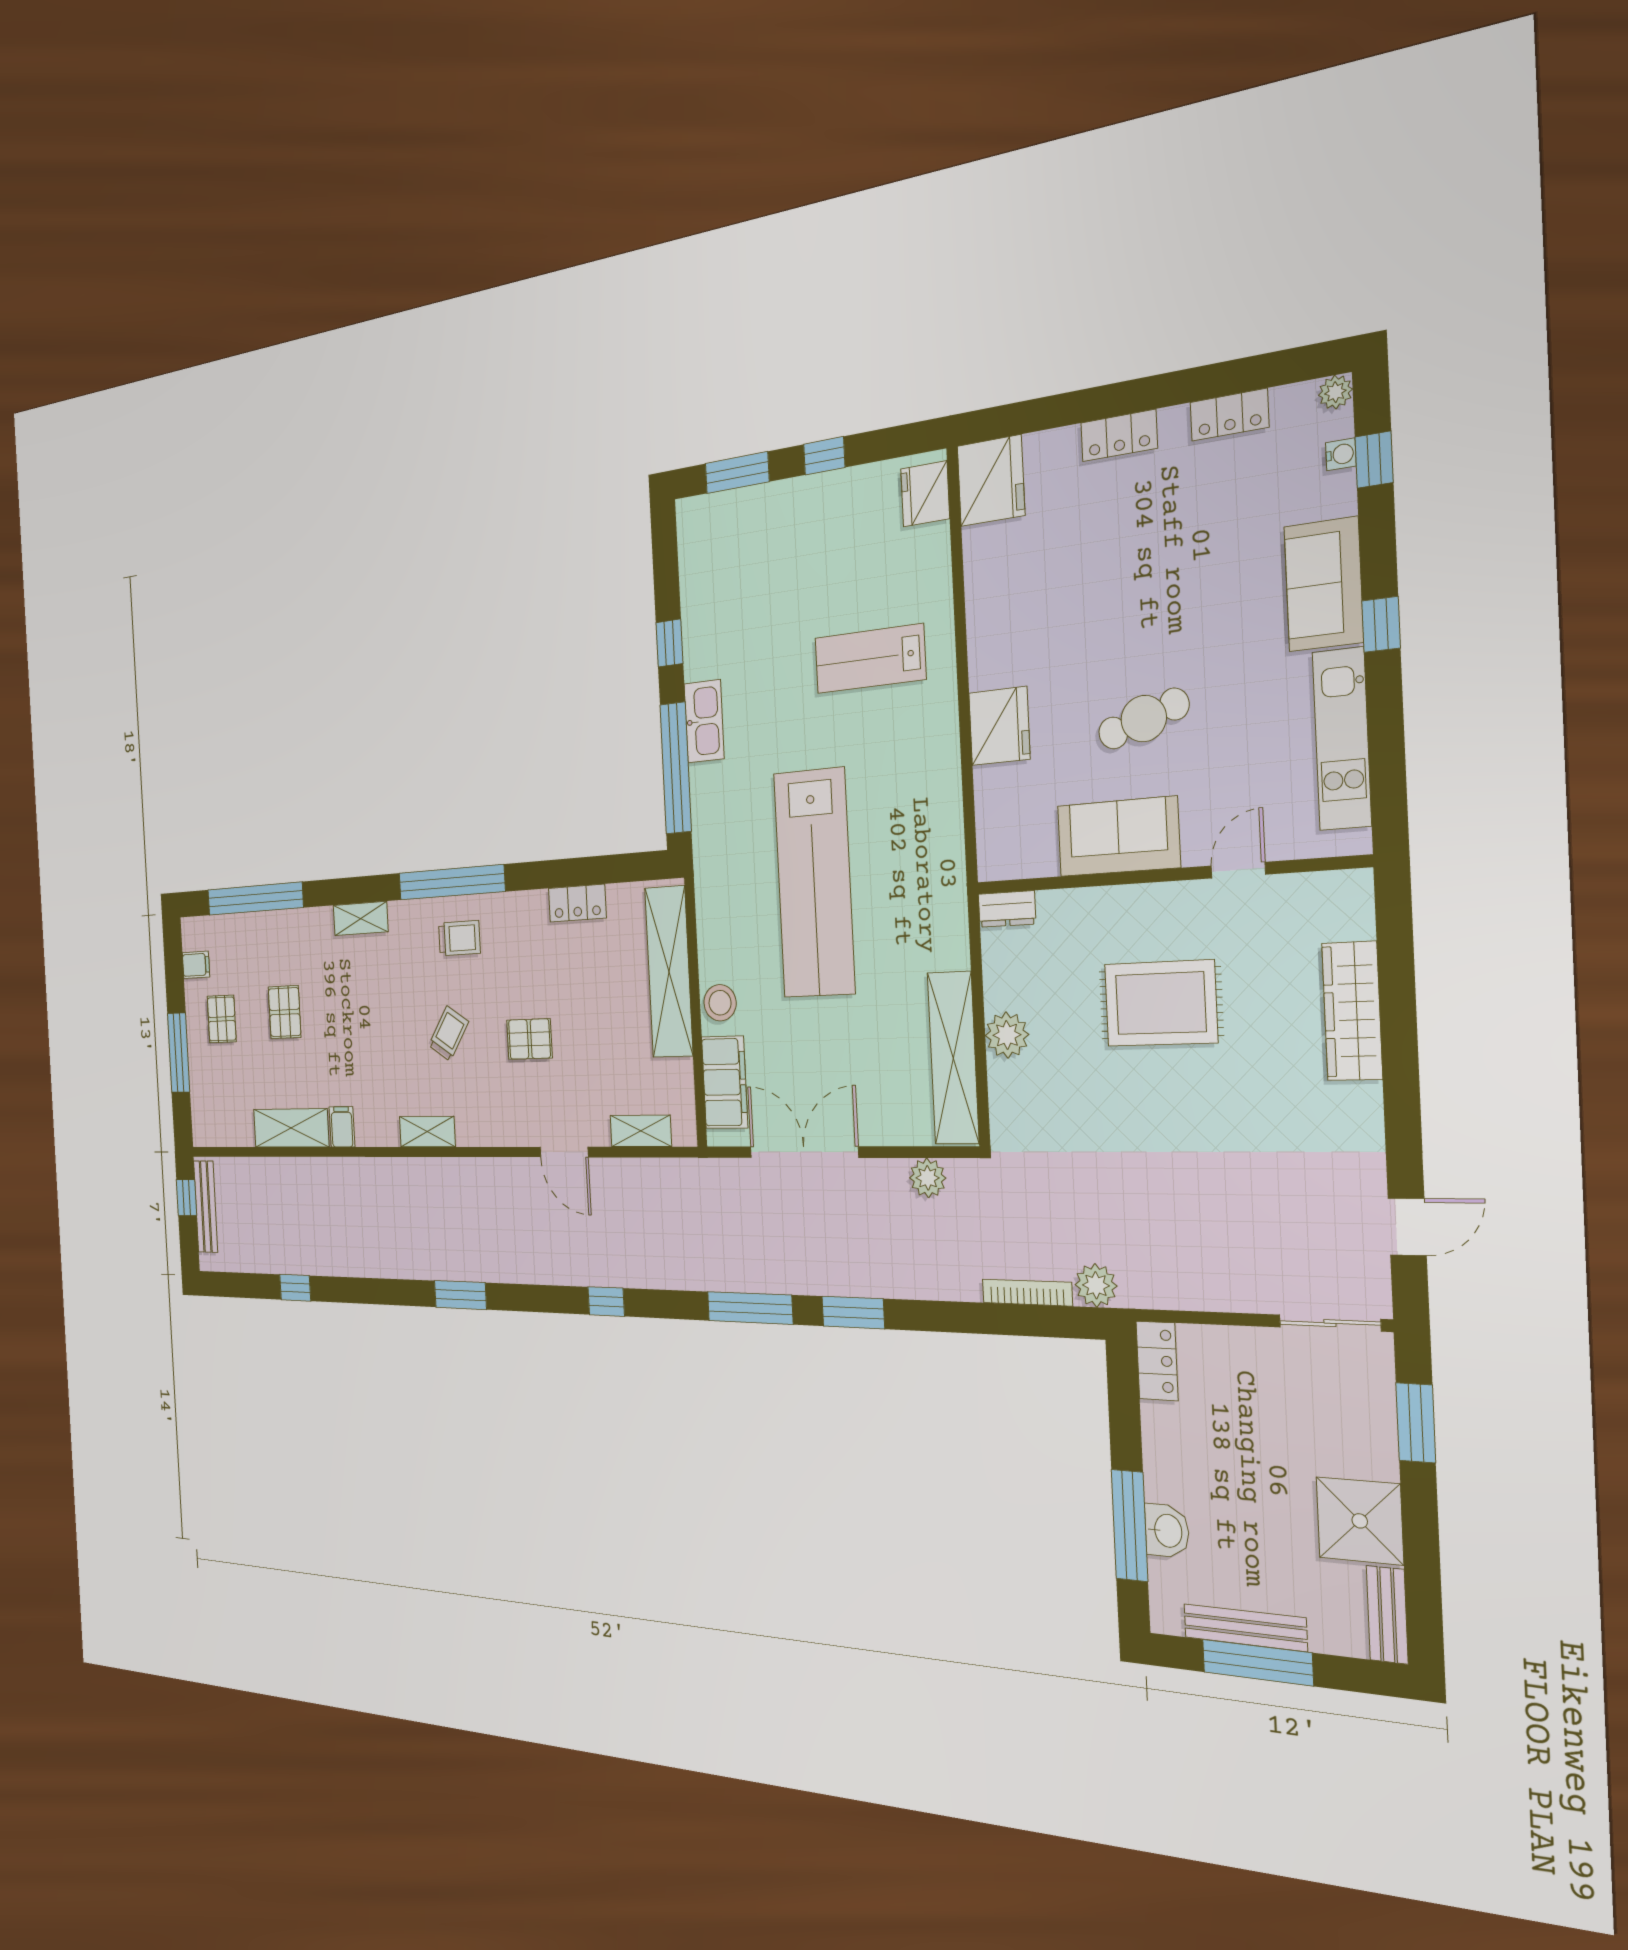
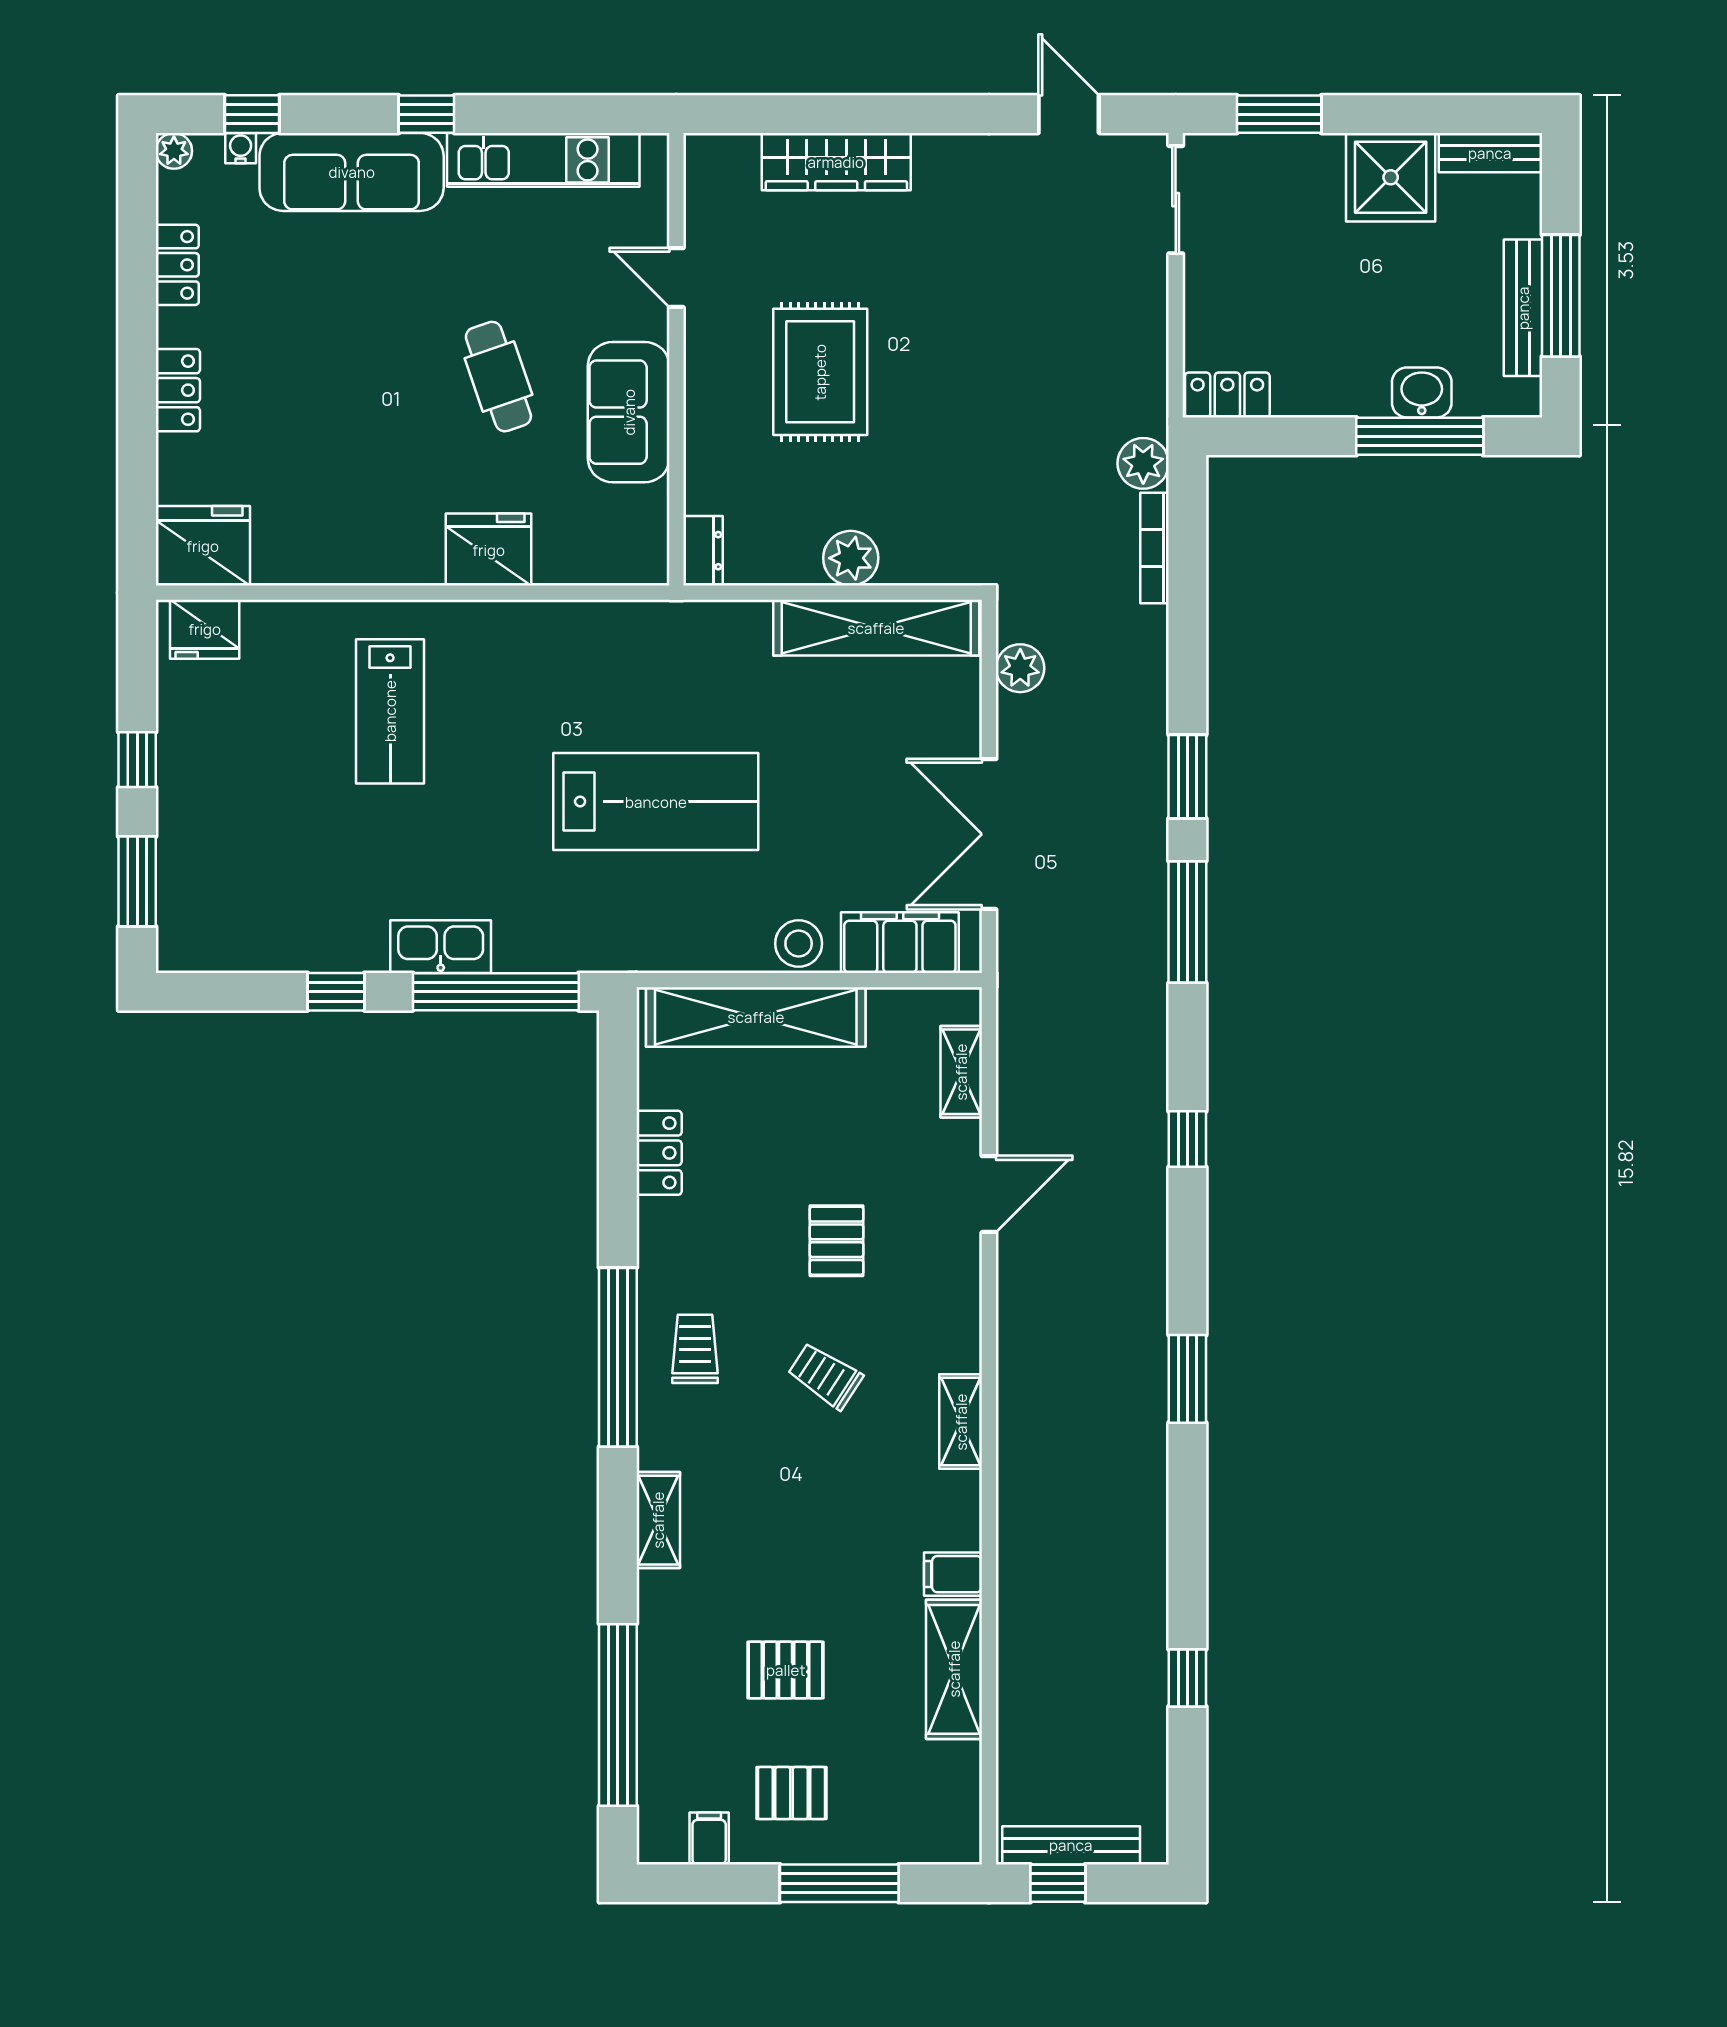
sofa: (1324, 584) -> (352, 172), width x1.36
lab bench: (814, 883) -> (656, 802), width x0.73

